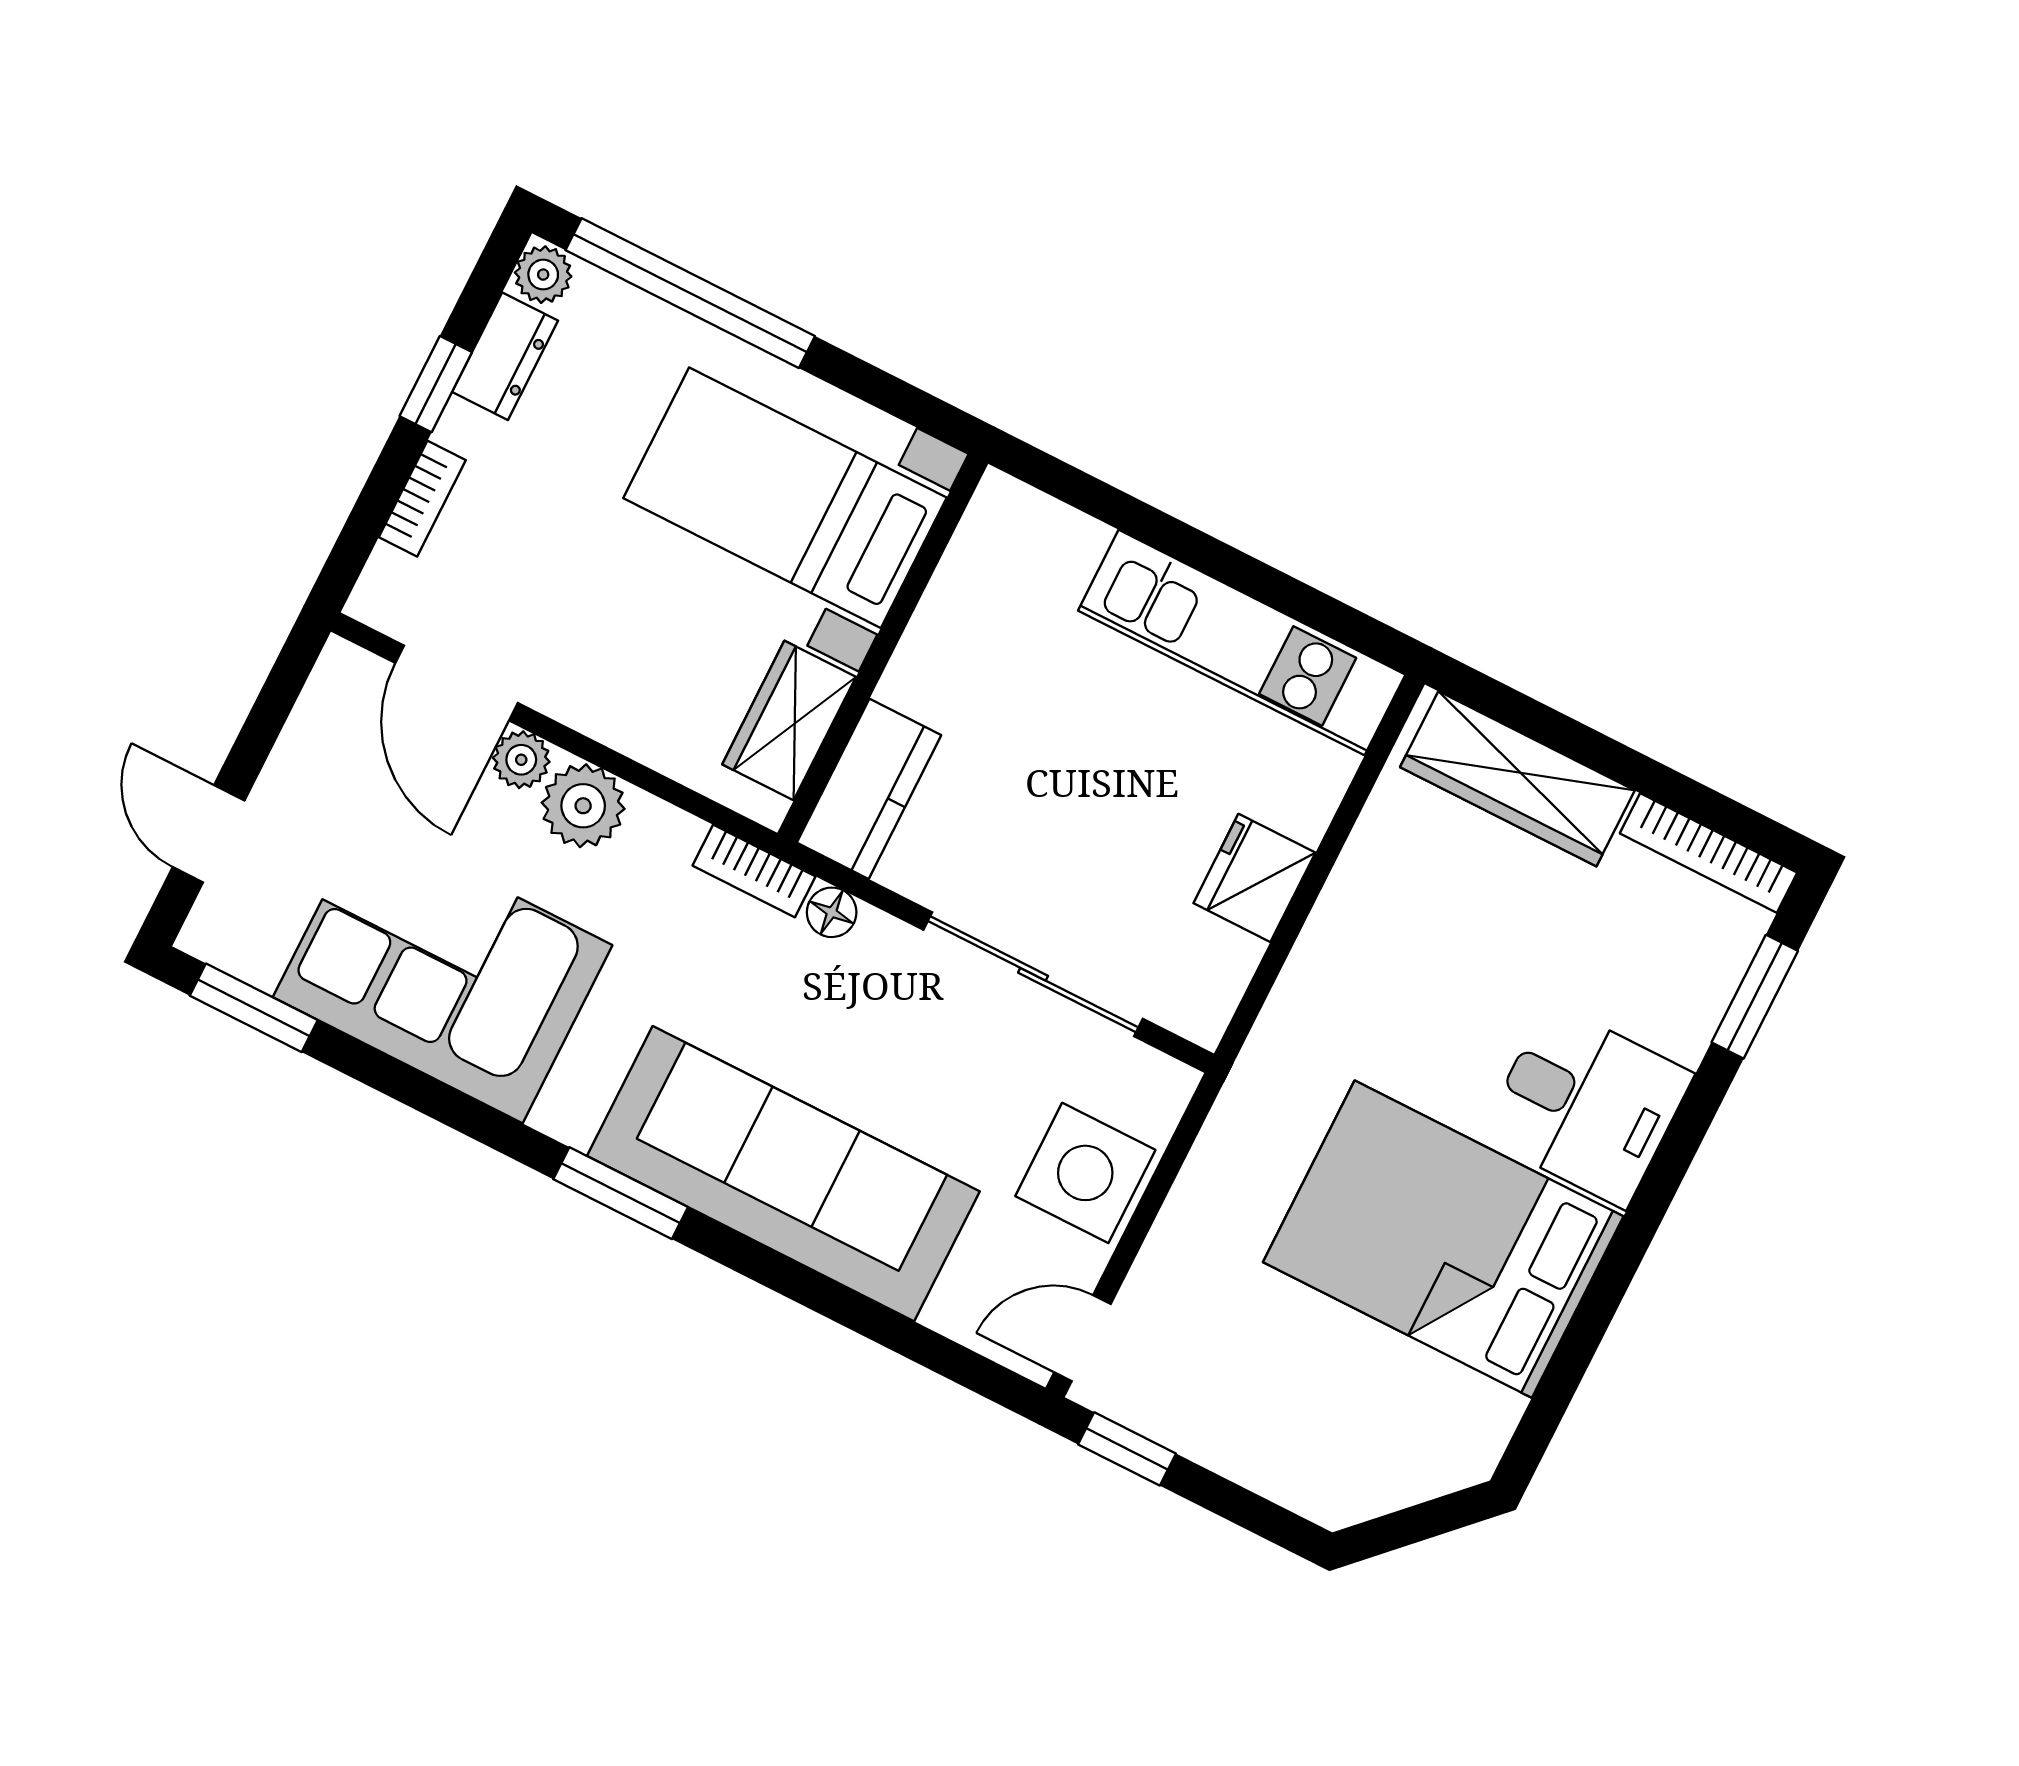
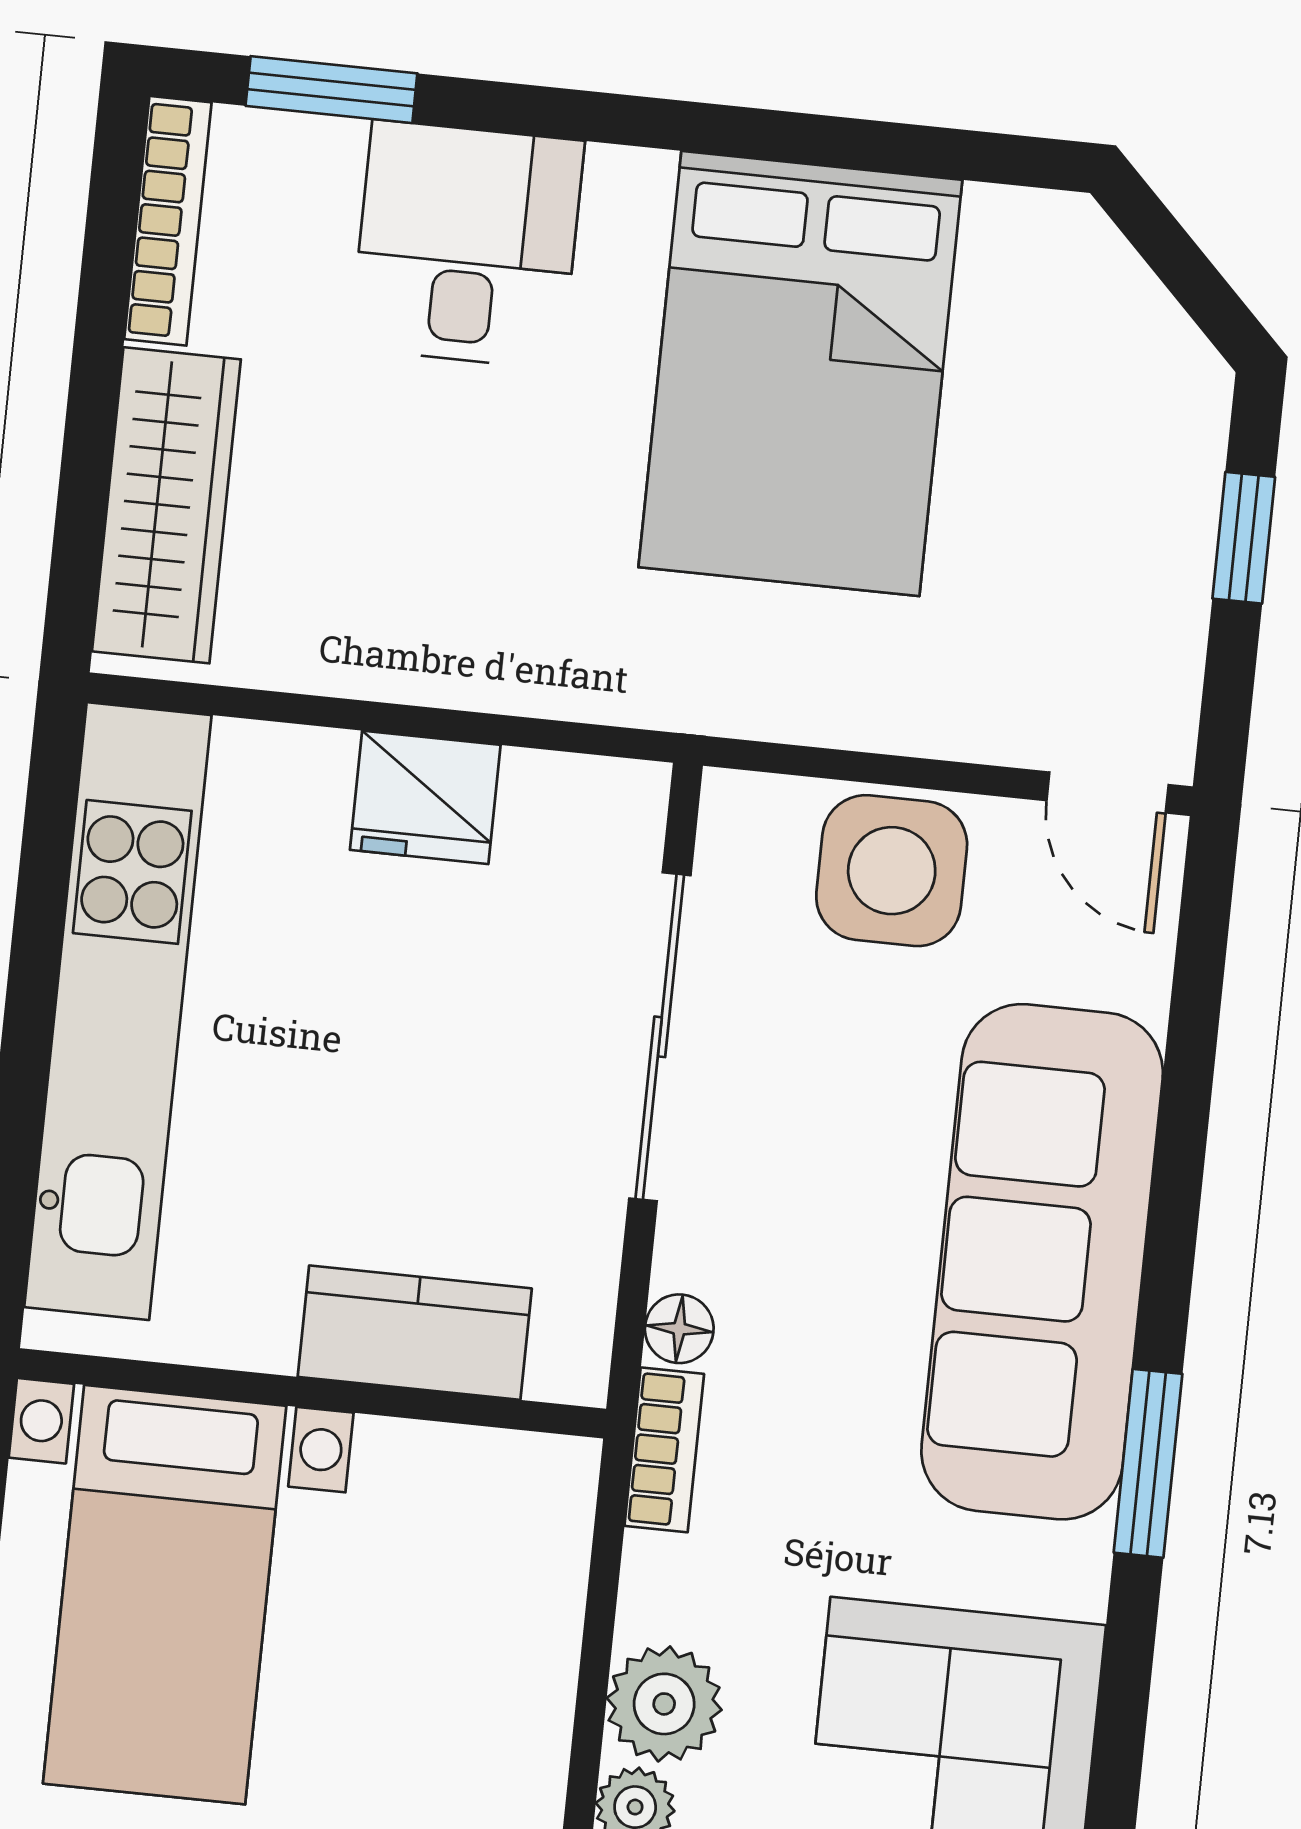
kitchen unit: (1242, 643) -> (118, 1011), width x1.36
wardrobe: (789, 721) -> (452, 1479), removed
kitchen counter: (869, 789) -> (415, 1333), moved
desk: (1587, 1105) -> (467, 245), moved
window: (1127, 1449) -> (1244, 538), moved

